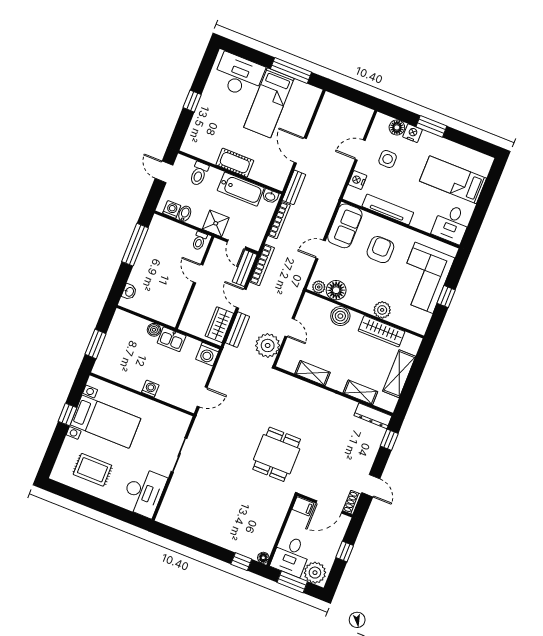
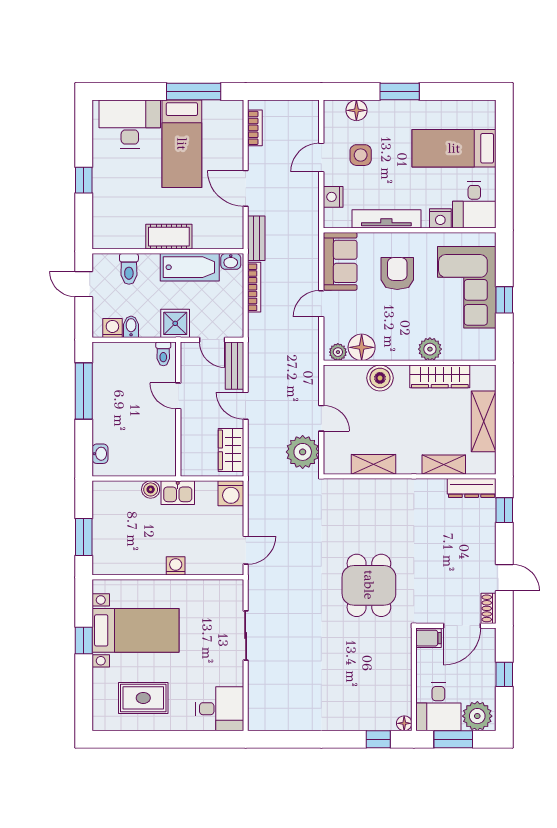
nightstand: (413, 133) -> (440, 218), moved, turned 180
bookcase: (262, 265) -> (255, 128), moved, width x0.64
bench: (238, 330) -> (256, 447), removed
desk: (144, 492) -> (220, 709), width x0.73

